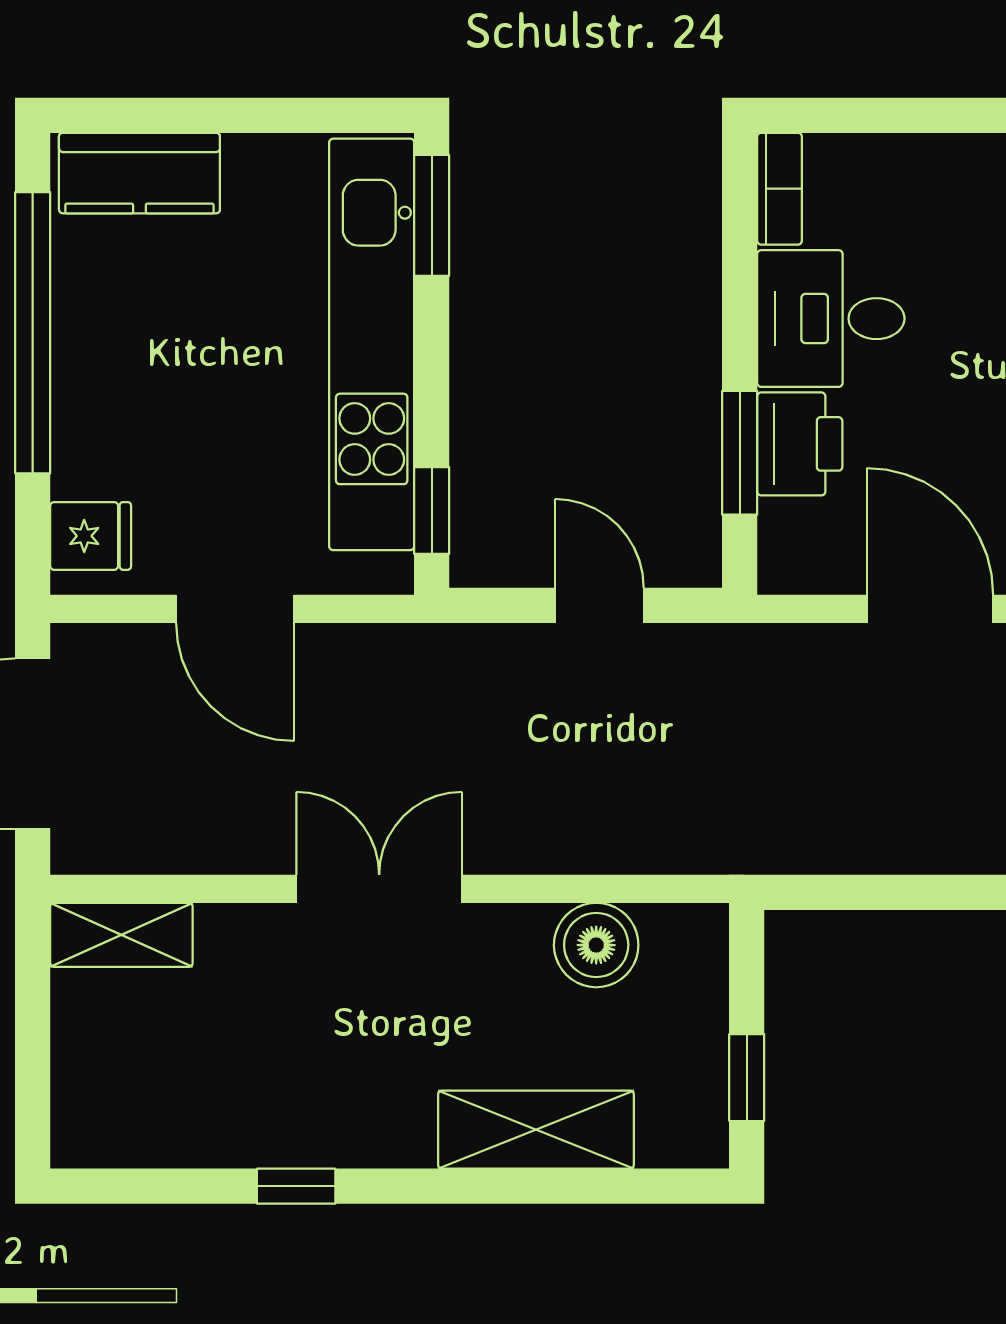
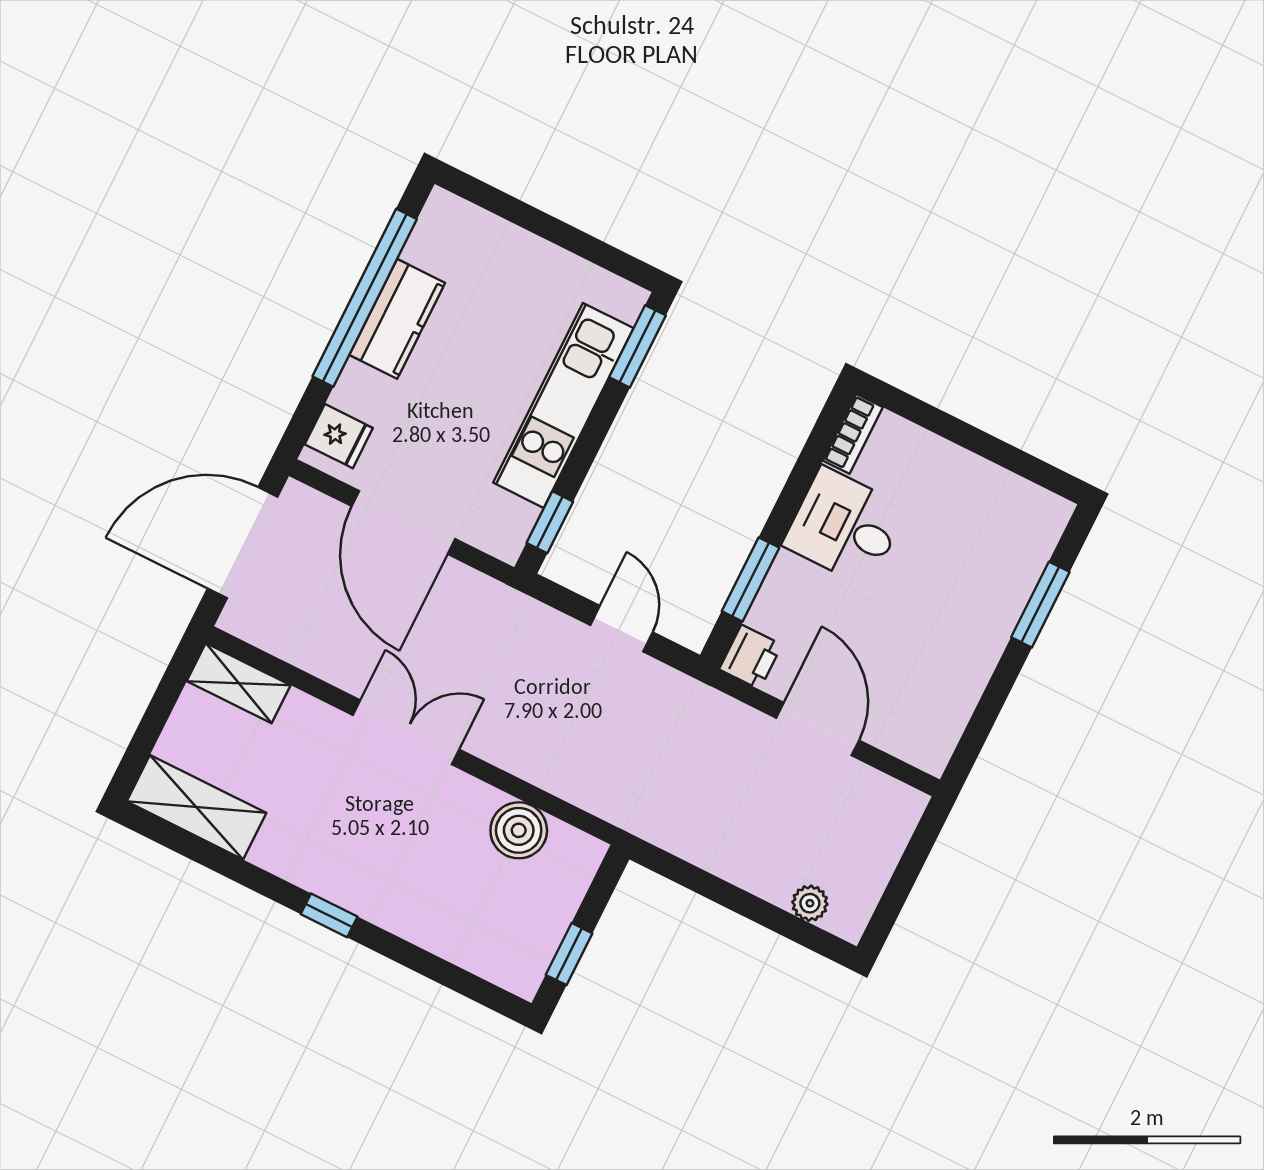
kitchen counter: (139, 173) -> (397, 319), moved, turned -90
kitchen unit: (372, 344) -> (563, 405), width x0.73
printer: (800, 444) -> (750, 657), moved, width x0.73, depth x0.81
door: (235, 609) -> (403, 523), width x1.36
shelving: (536, 1130) -> (197, 807), moved
window: (296, 1186) -> (329, 915), moved

